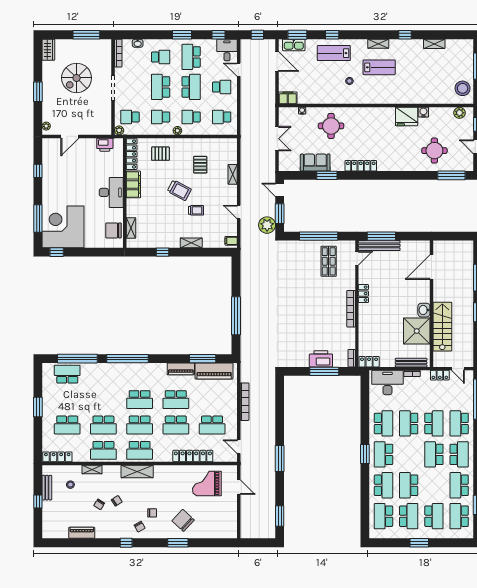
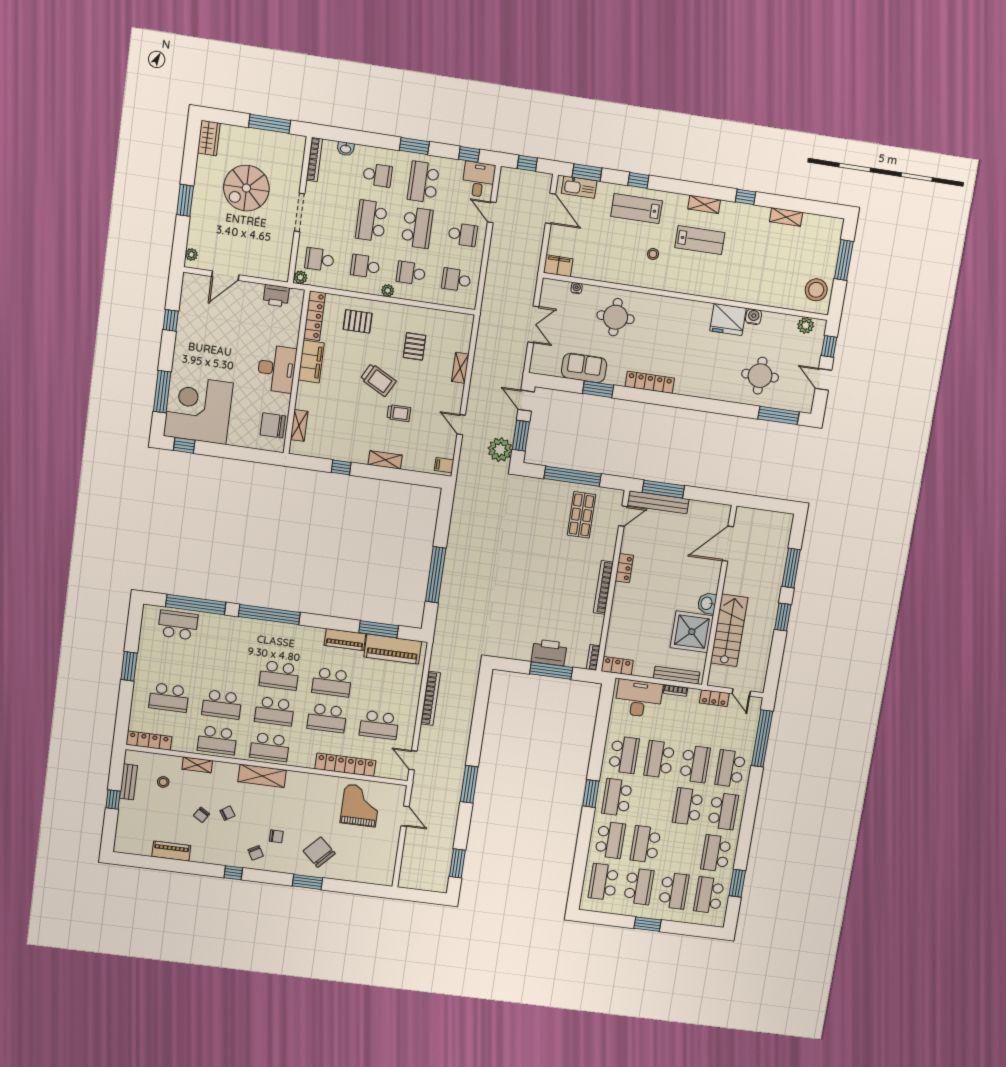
grand piano: (207, 483) -> (360, 806), turned 90

